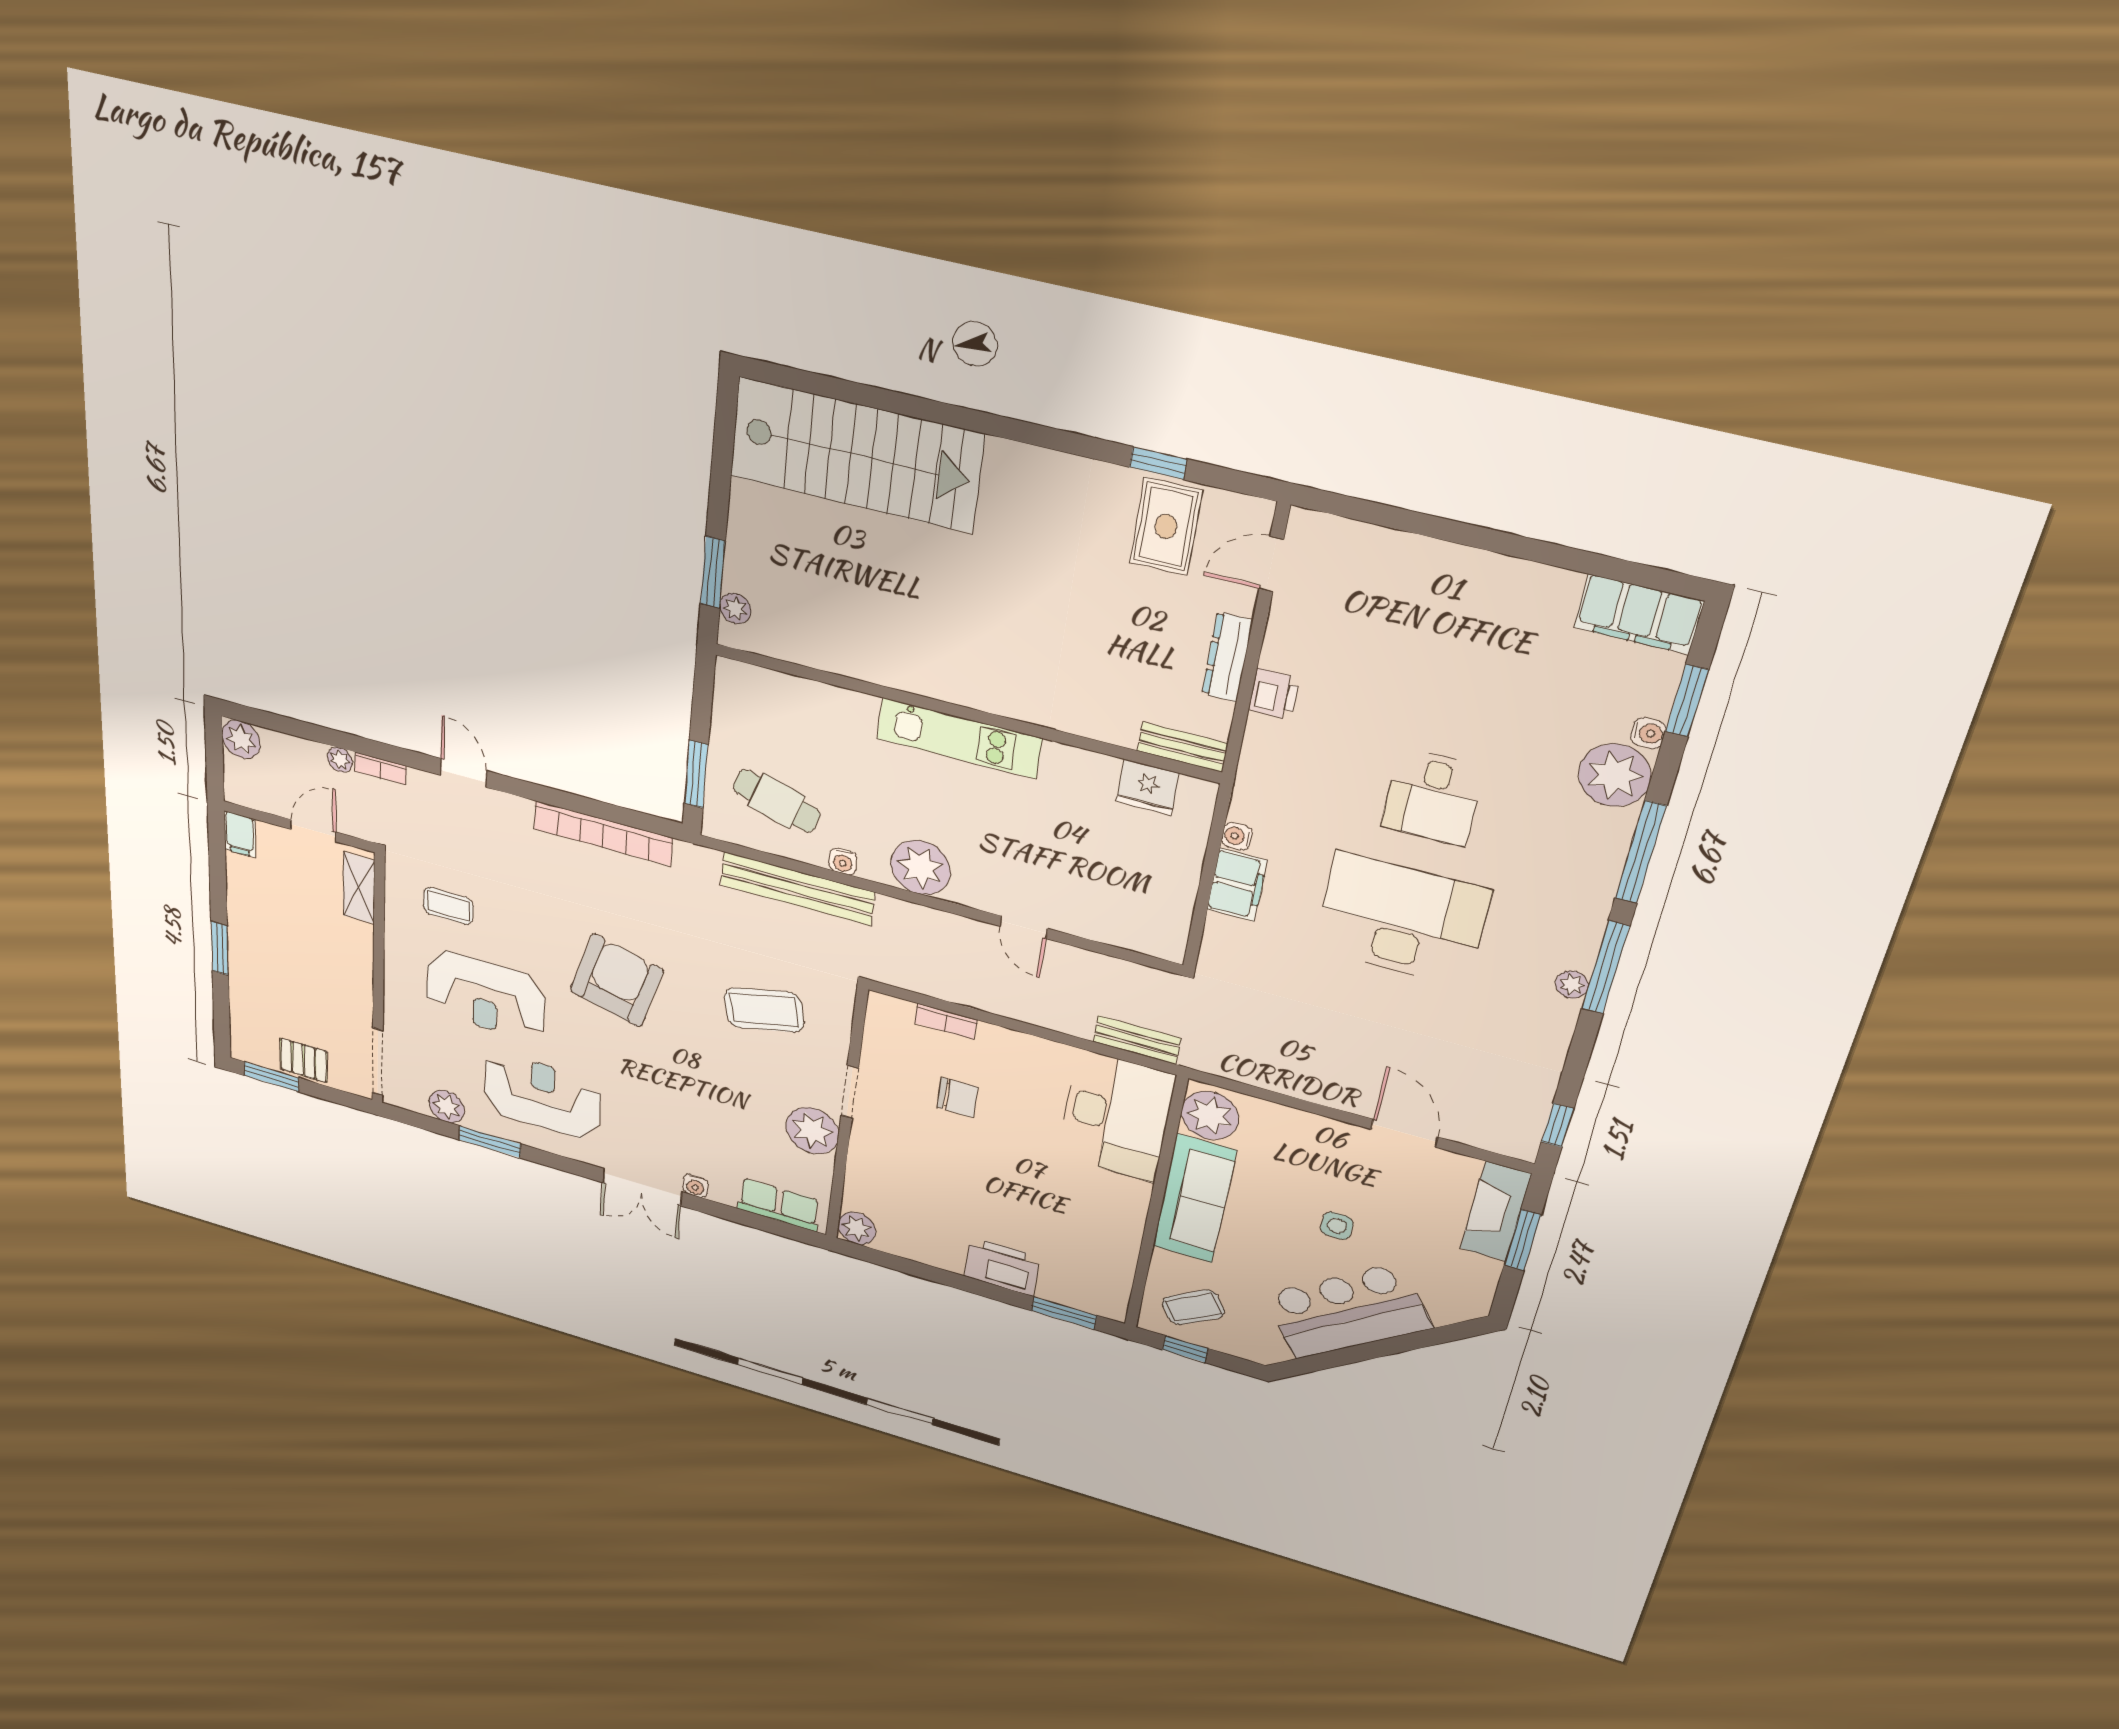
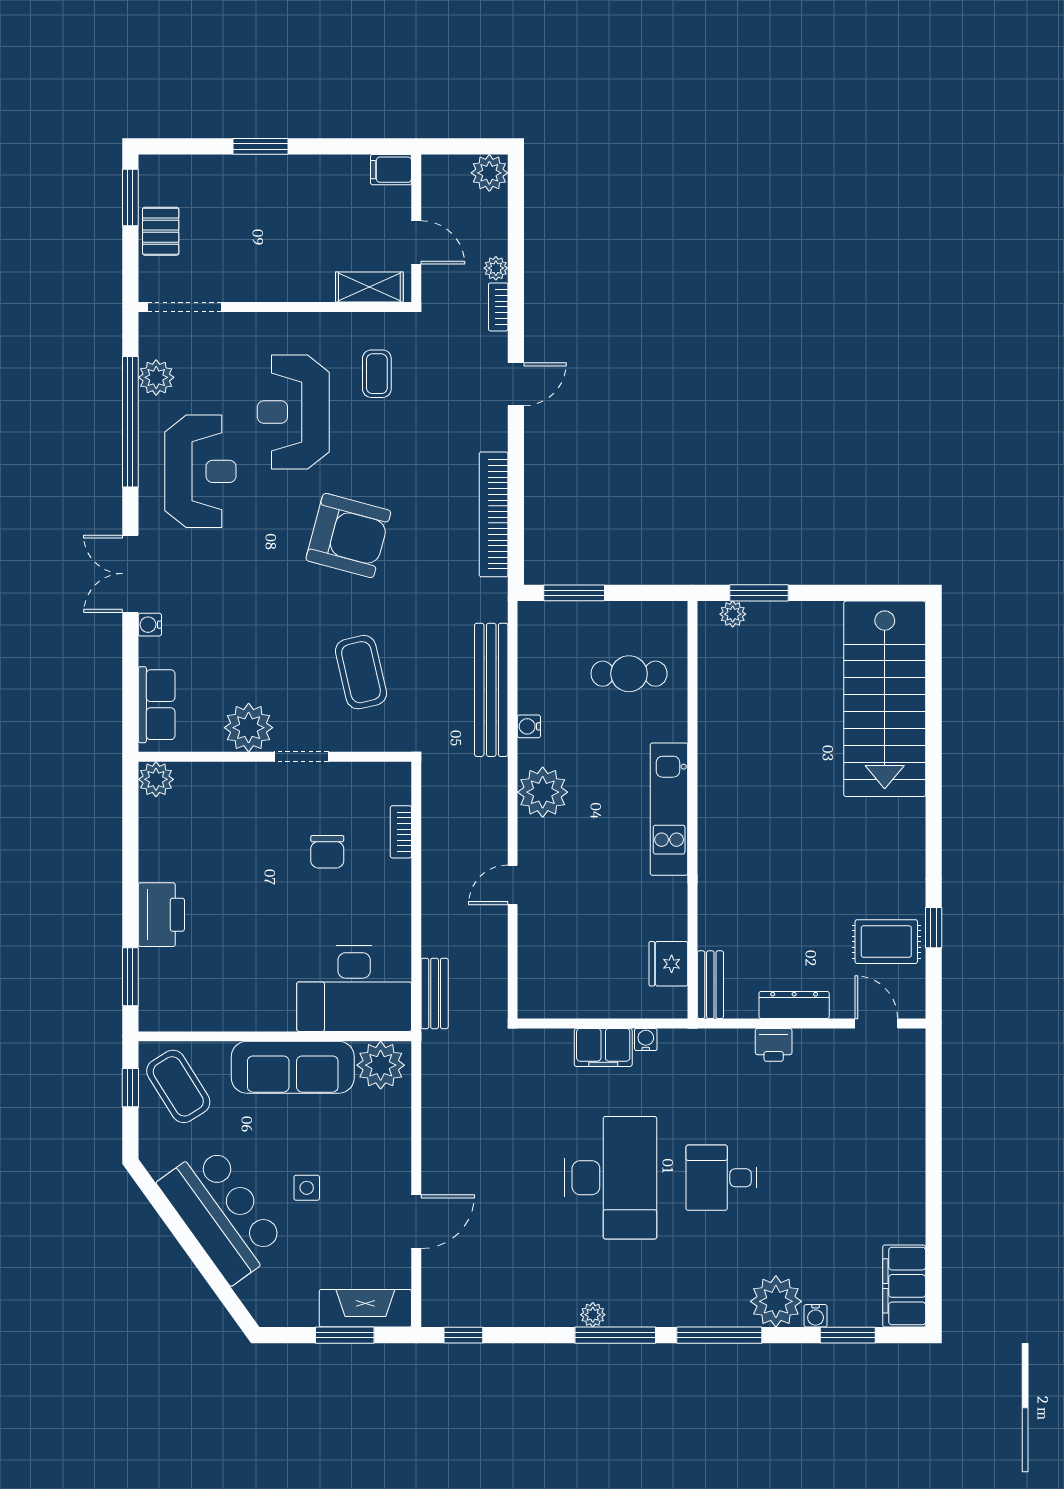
cafe table: (777, 801) -> (629, 674), moved, turned 73
window: (490, 1142) -> (130, 422), width x2.11
coffee table: (1193, 1307) -> (178, 1086), width x1.36, depth x1.30

